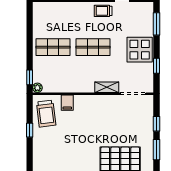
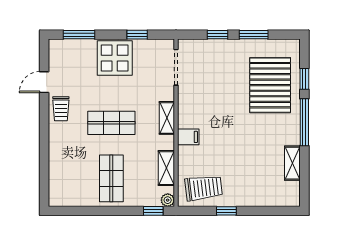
shop shelf: (93, 47) -> (111, 123), turned 90
shelving: (60, 87) -> (166, 168), added
shelving: (107, 87) -> (167, 118), moved
filing cabinet: (67, 103) -> (188, 137), moved

